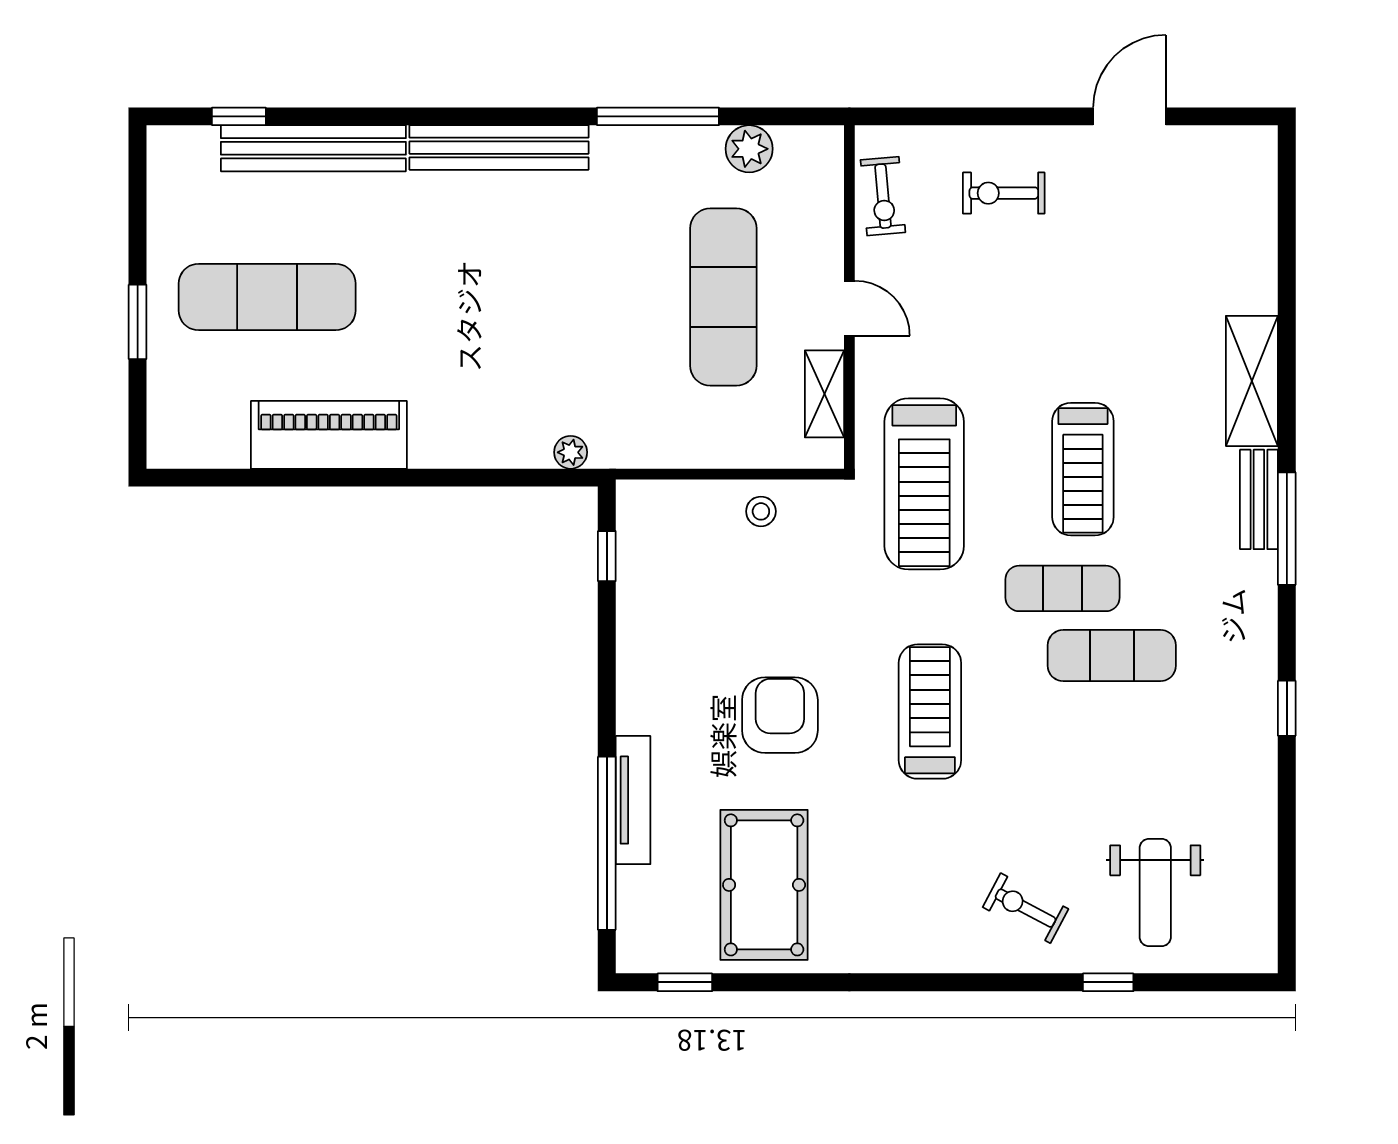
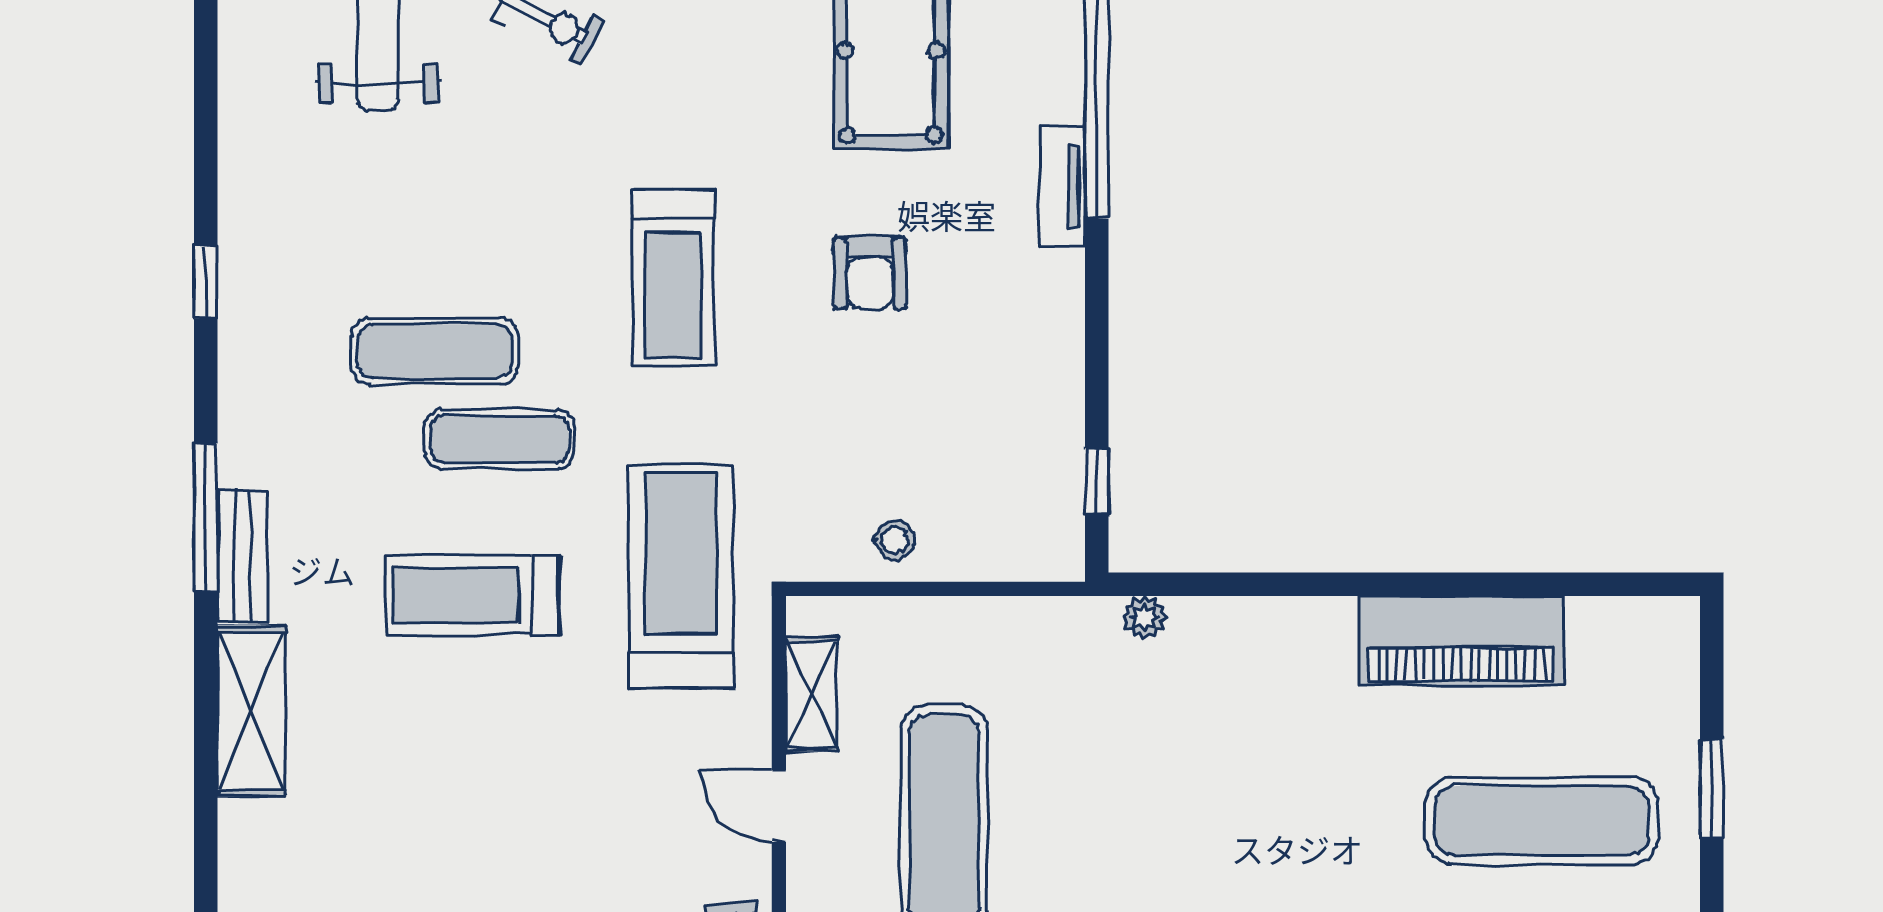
treadmill: (1083, 469) -> (473, 595), turned -90
armchair: (780, 715) -> (870, 273), width x0.72, depth x0.72
tv unit: (633, 800) -> (1062, 186), width x0.71

